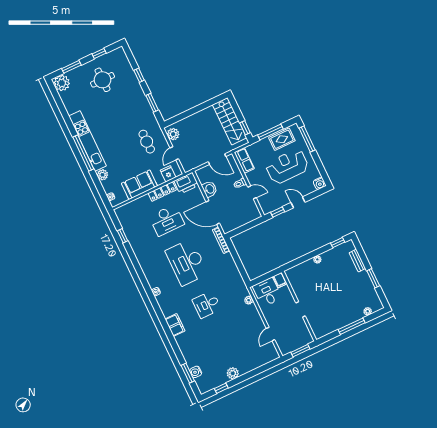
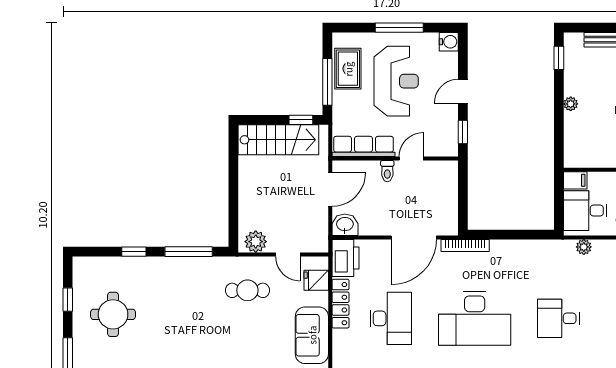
window: (152, 103) -> (189, 252), width x1.44
window: (307, 139) -> (399, 28), moved
row of seats: (244, 160) -> (363, 146), width x1.48
reception desk: (287, 166) -> (396, 81), turned 180
washbasin: (210, 189) -> (345, 225), moved
desk: (207, 304) -> (558, 318), turned 90

